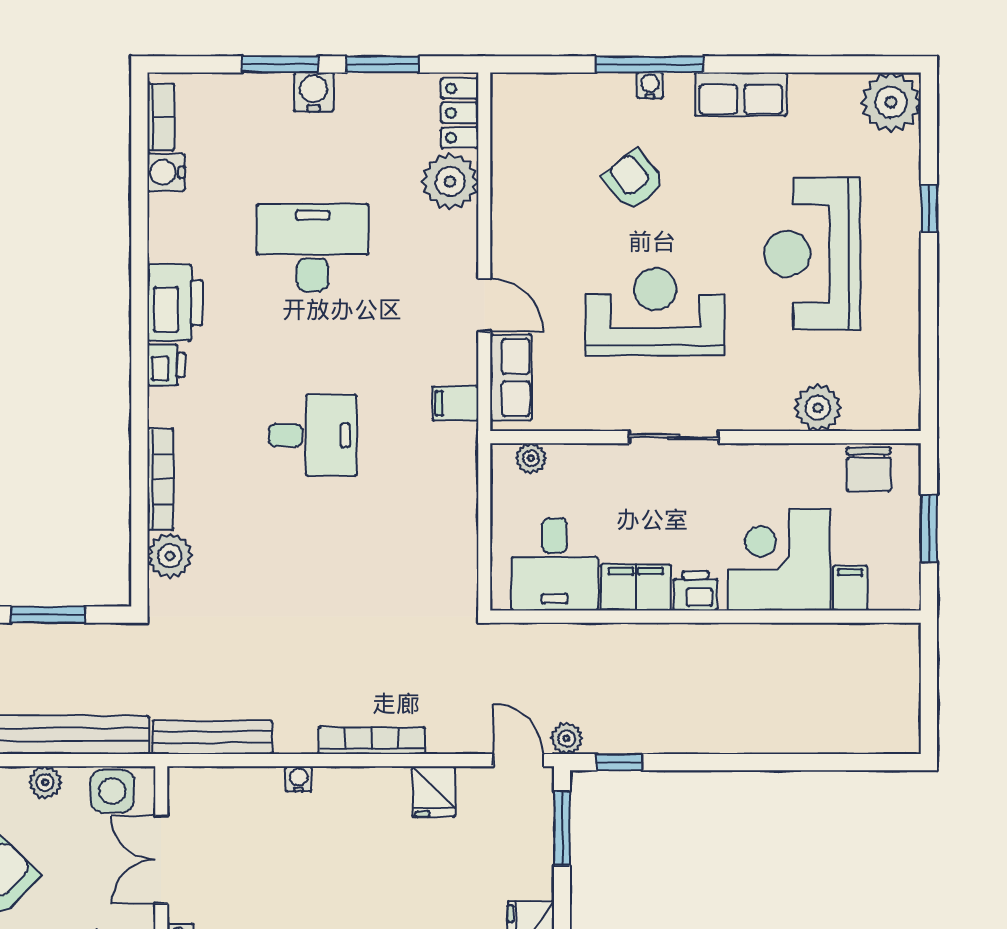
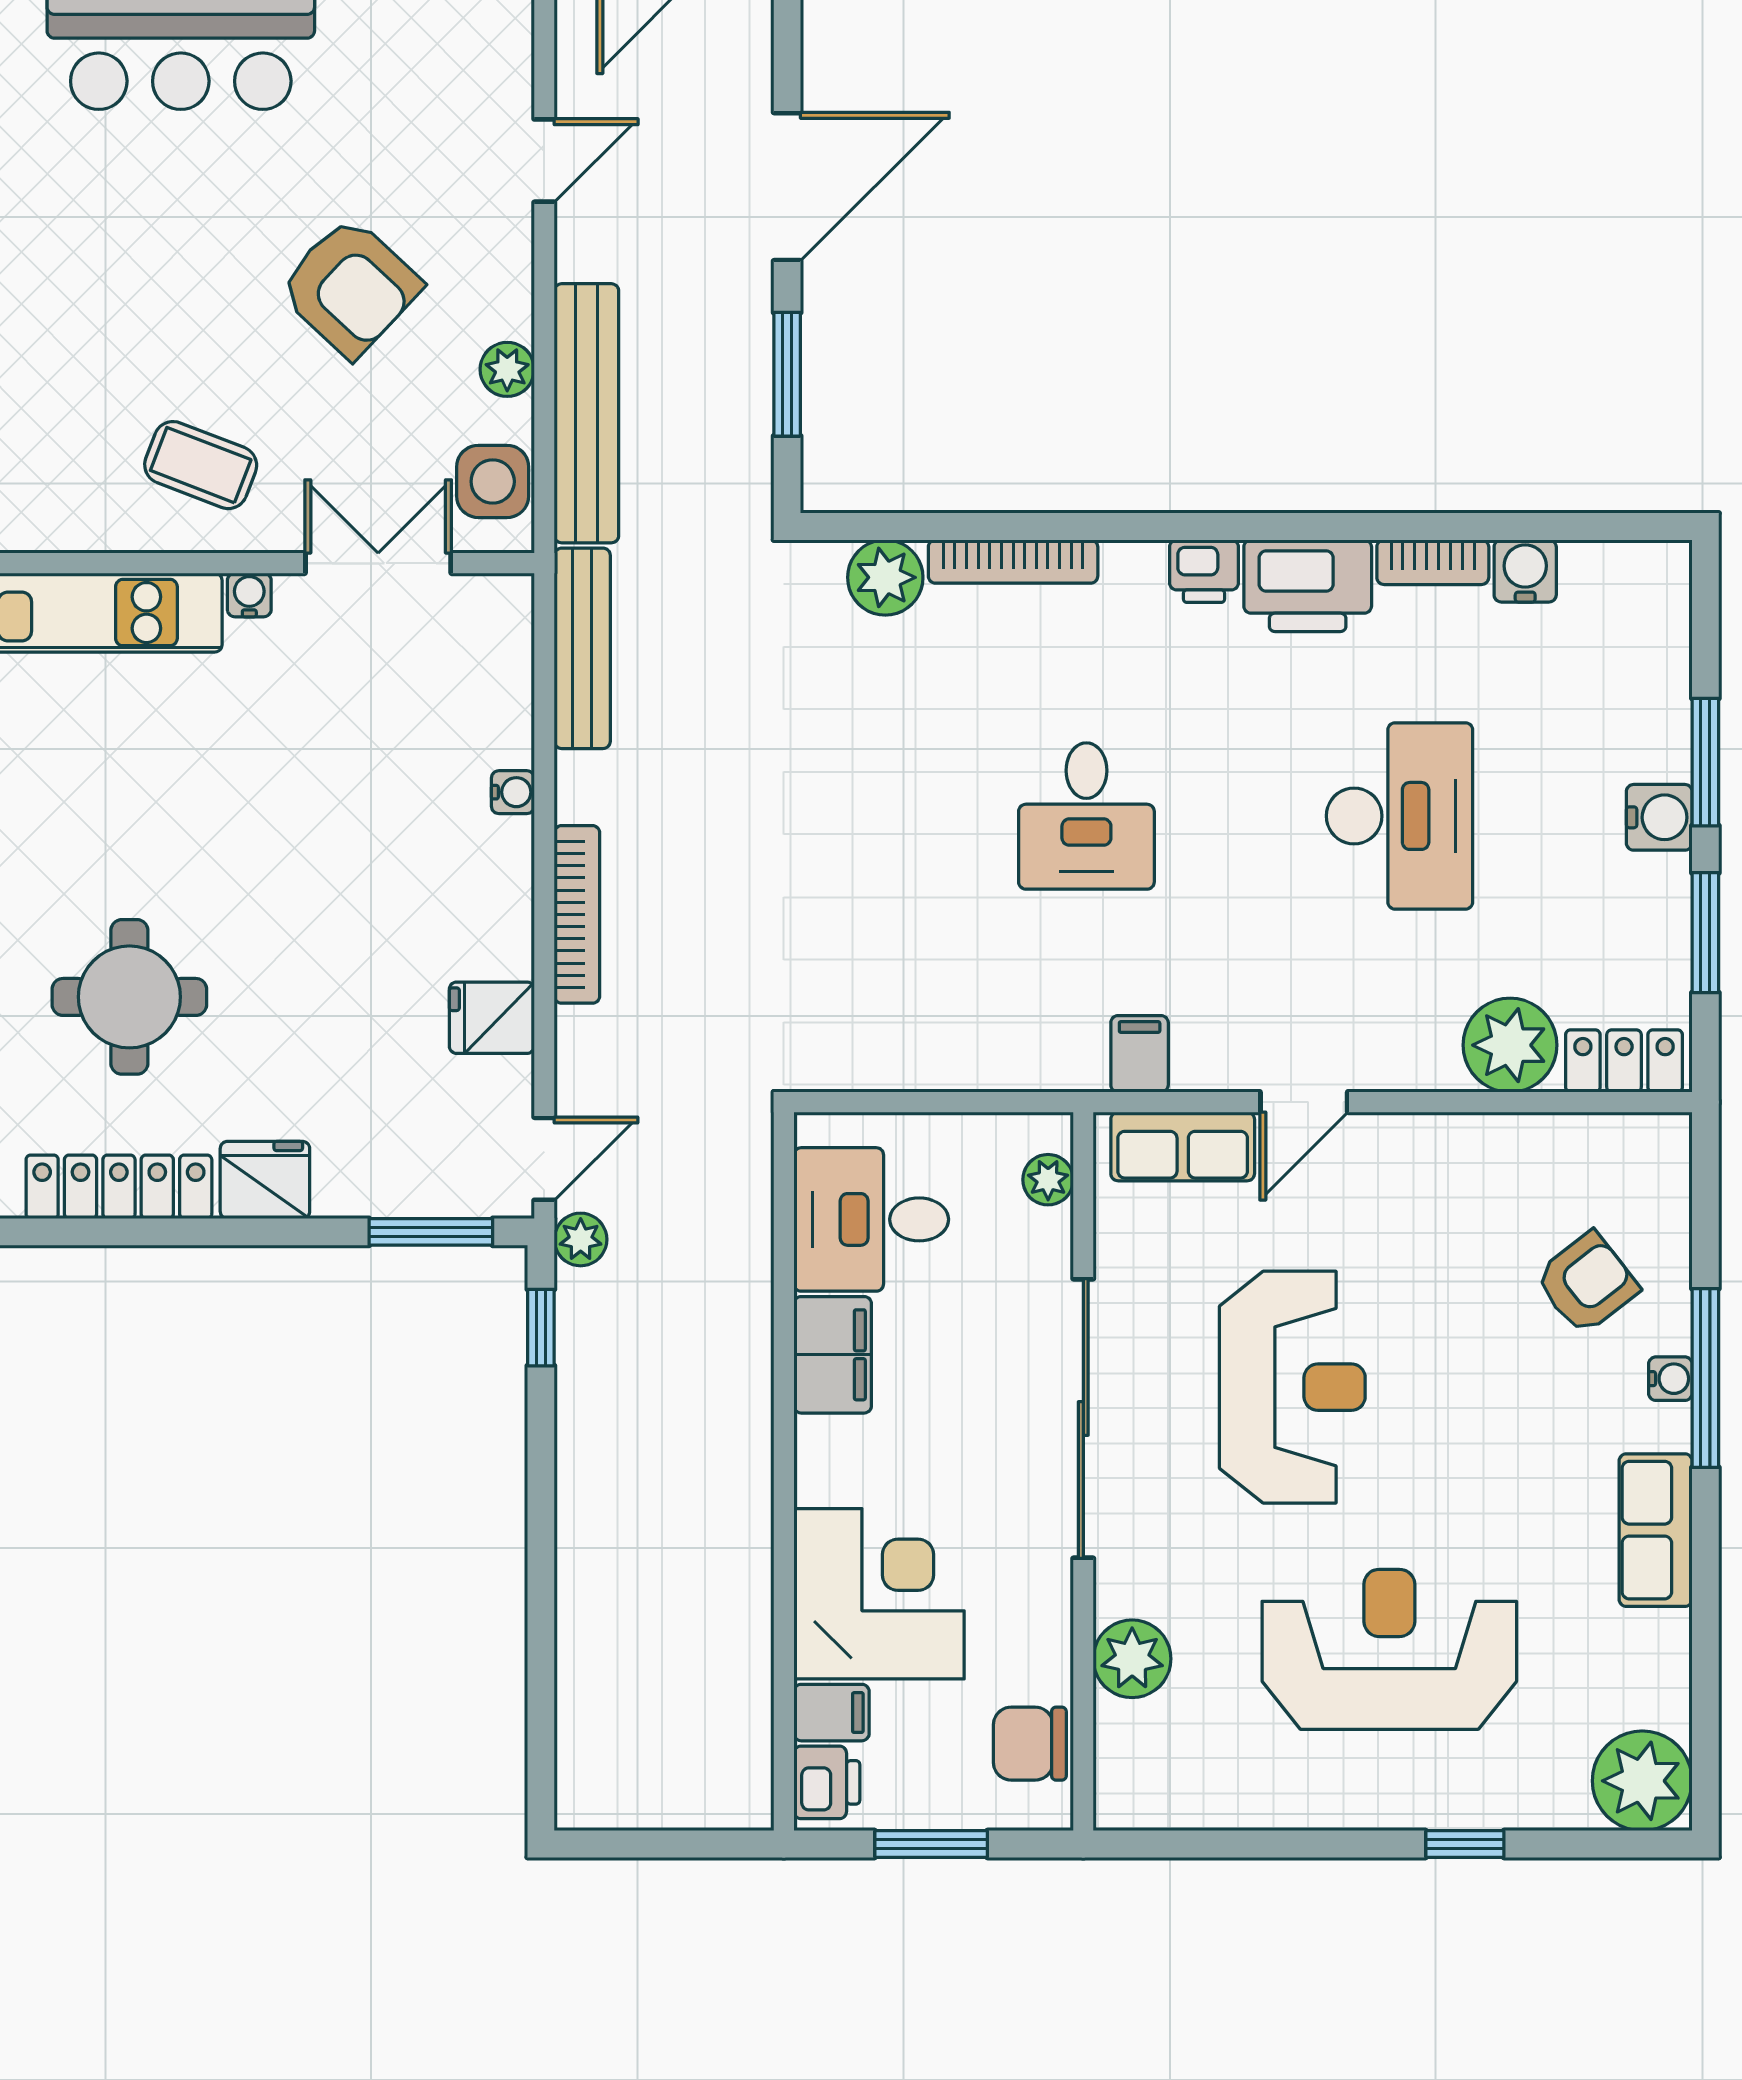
bookcase: (161, 117) -> (1433, 562), moved
armchair: (634, 180) -> (1587, 1283), moved
sliding door: (674, 437) -> (1083, 1418), width x1.86
printer: (696, 591) -> (827, 1782), moved

